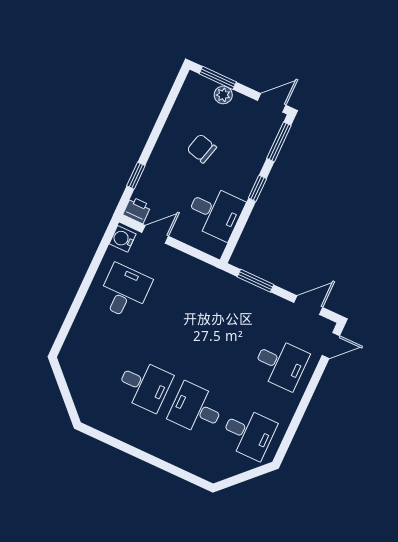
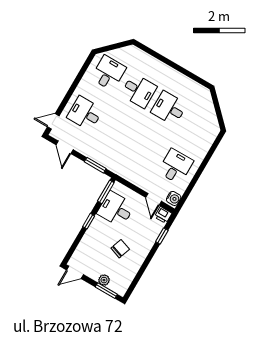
window: (279, 142) -> (106, 192), moved
chair: (202, 149) -> (120, 249), turned -86
door: (155, 234) -> (154, 199), hinge flipped
desk: (124, 291) -> (176, 166), turned 180
door: (308, 305) -> (65, 147), hinge flipped
desk: (248, 433) -> (108, 73), turned 90

